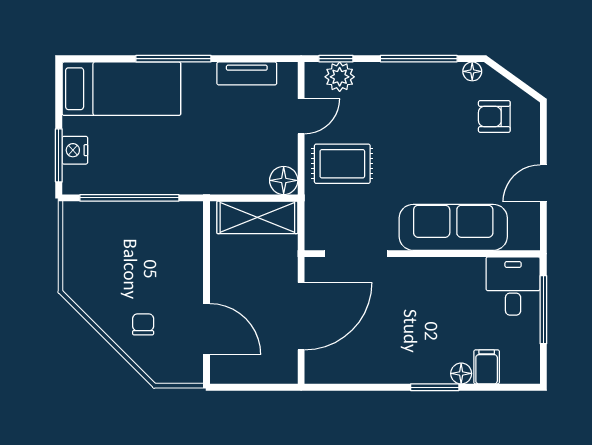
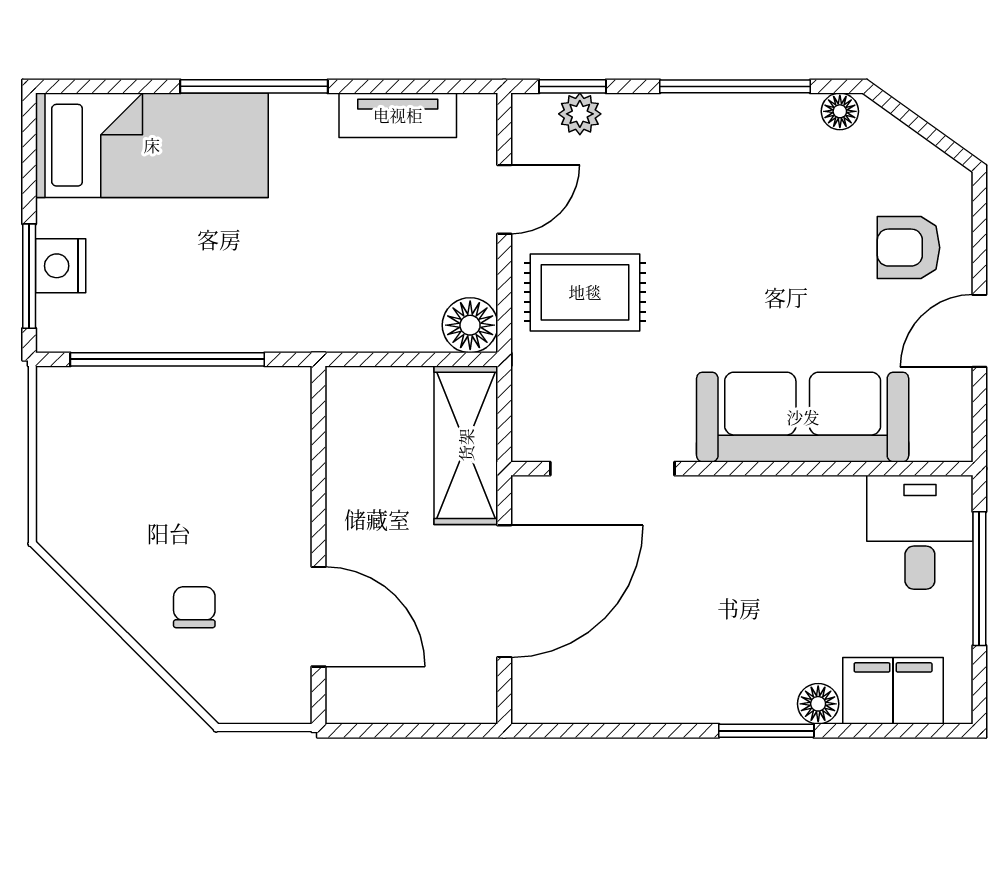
plant: (340, 77) -> (580, 114), width x0.73, depth x0.73
armchair: (494, 116) -> (909, 248), moved
shelving: (257, 217) -> (466, 445), moved, turned 90
filing cabinet: (487, 367) -> (893, 691), width x2.00

